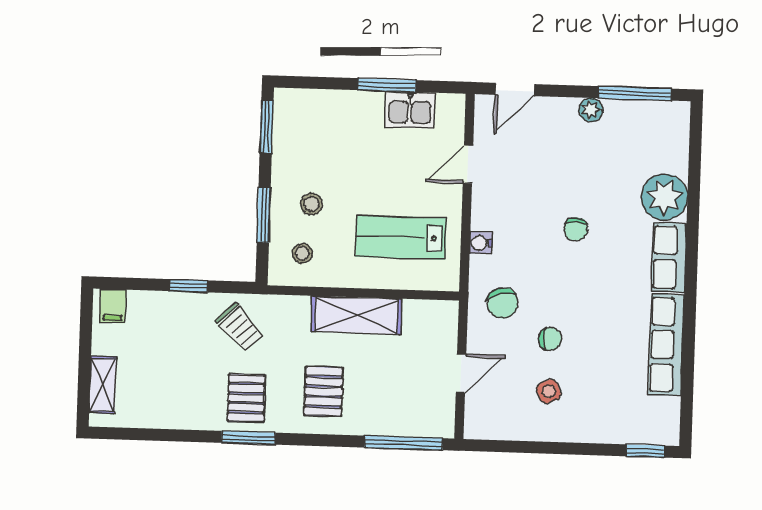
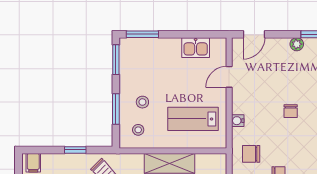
window: (387, 85) -> (142, 34), moved
chair: (503, 303) -> (251, 154), turned 105

